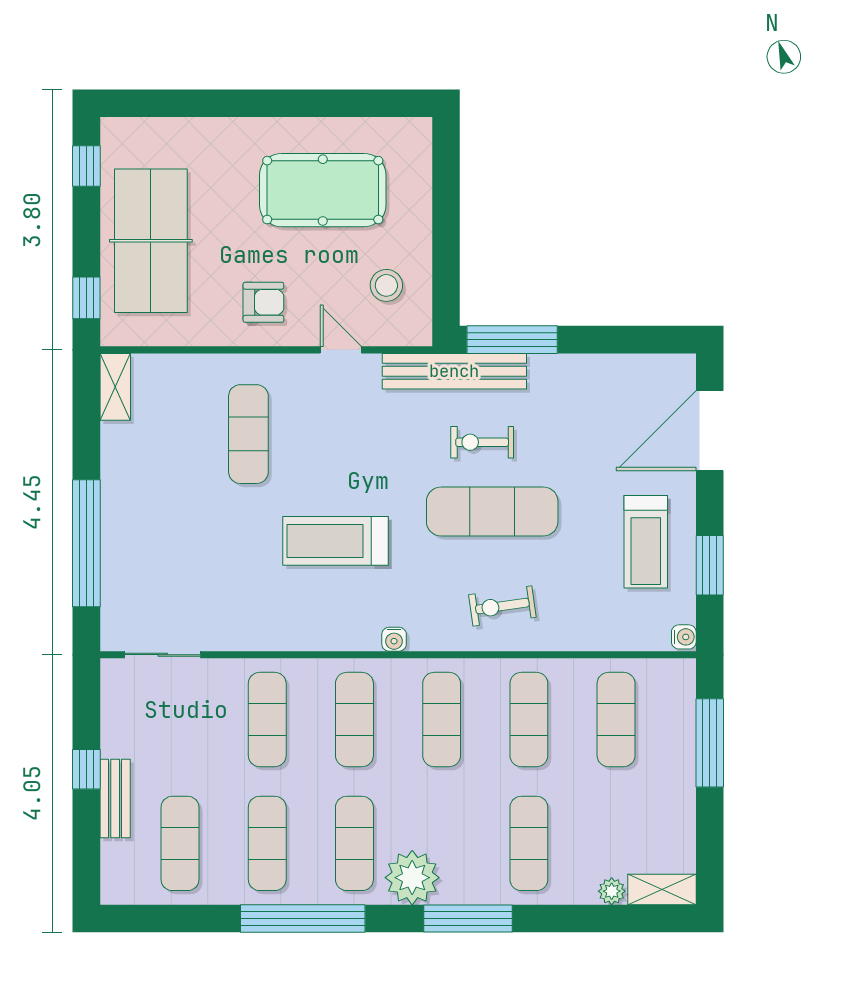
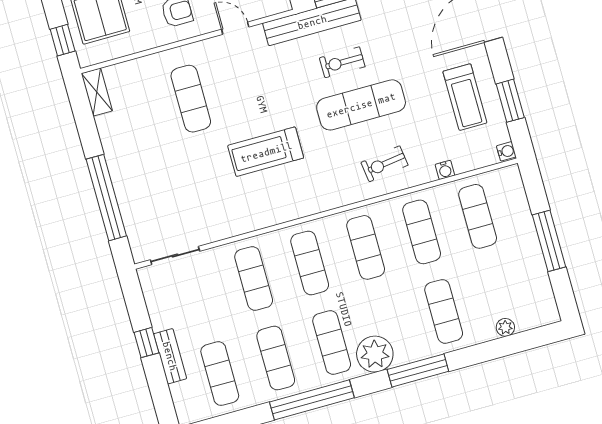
water cooler: (394, 639) -> (445, 170), moved
window: (710, 743) -> (549, 241), moved
shelving: (662, 889) -> (537, 317), removed

